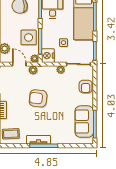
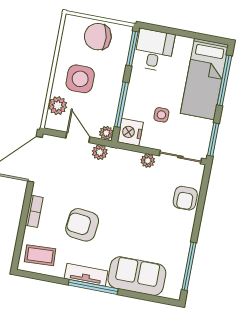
side table: (29, 37) -> (80, 79), moved
armchair: (38, 98) -> (82, 225), moved
sofa: (84, 122) -> (137, 276), moved, turned 90

